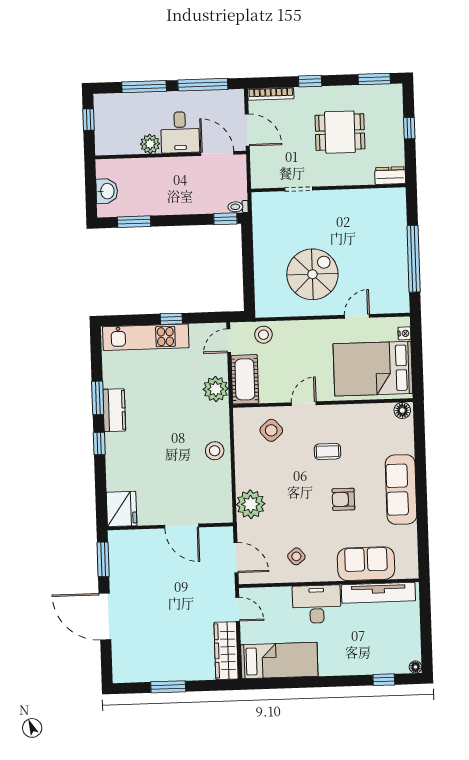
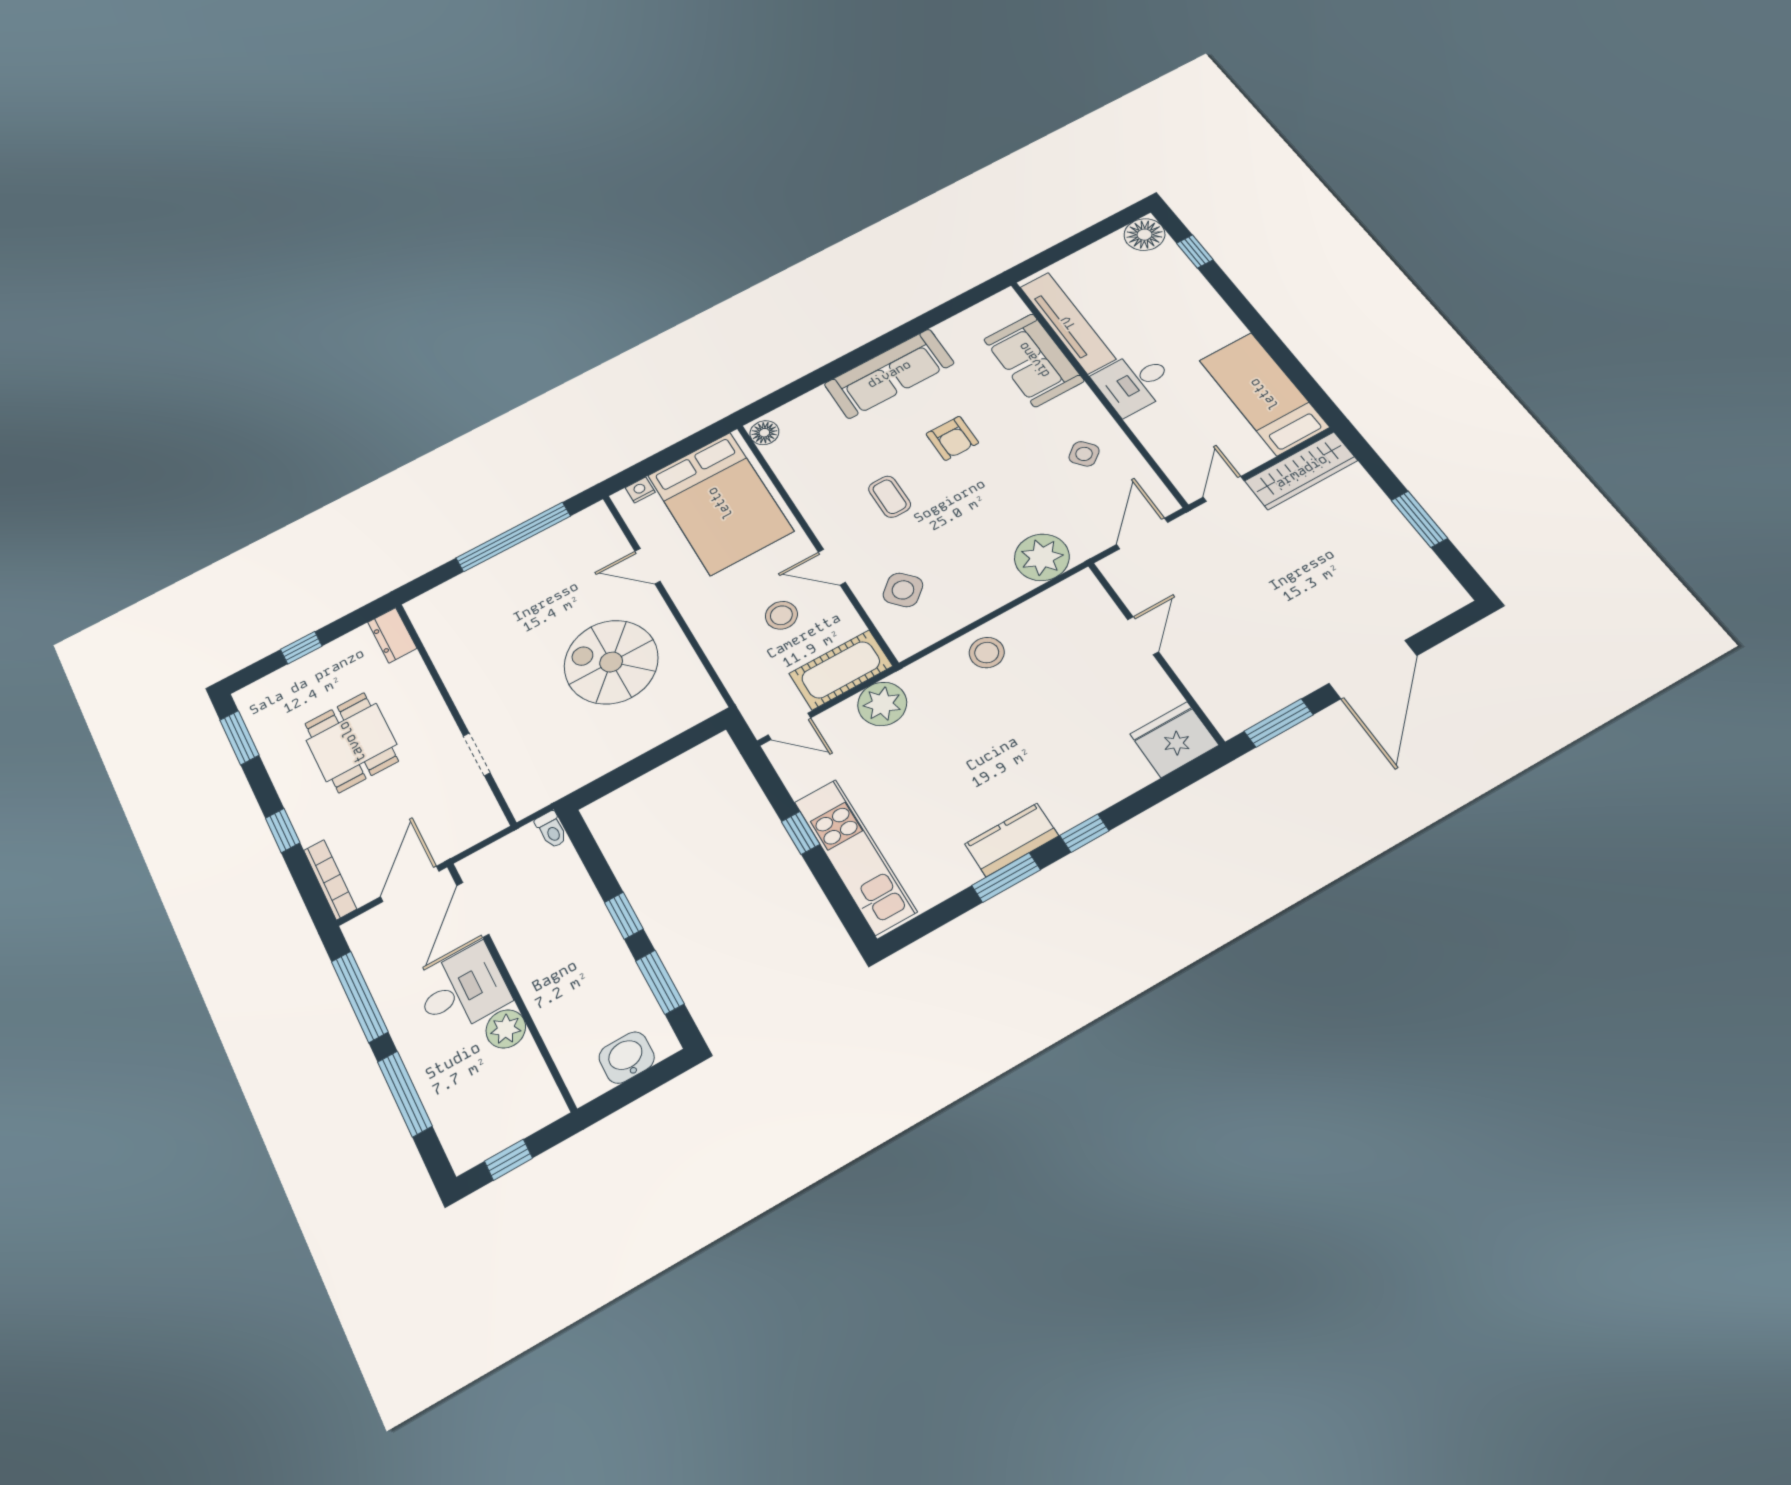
window: (225, 219) -> (624, 916), moved
stool: (263, 335) -> (781, 615), moved
door: (182, 526) -> (1143, 636), width x0.73
desk: (317, 604) -> (1134, 382), width x0.73
floor lamp: (415, 667) -> (1145, 235), width x1.89, depth x1.89

